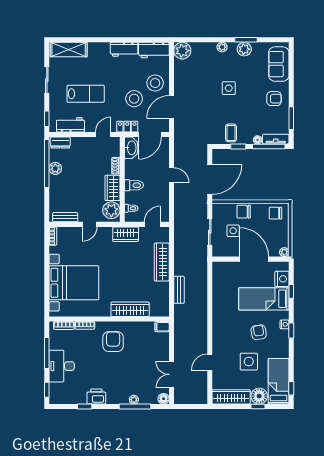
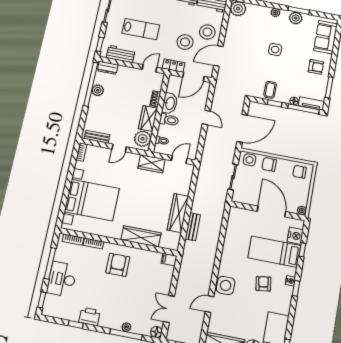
washbasin: (131, 148) -> (170, 103), moved
side table: (233, 231) -> (250, 160), moved
wardrobe: (162, 262) -> (178, 213), moved
side table: (249, 362) -> (226, 285), moved

